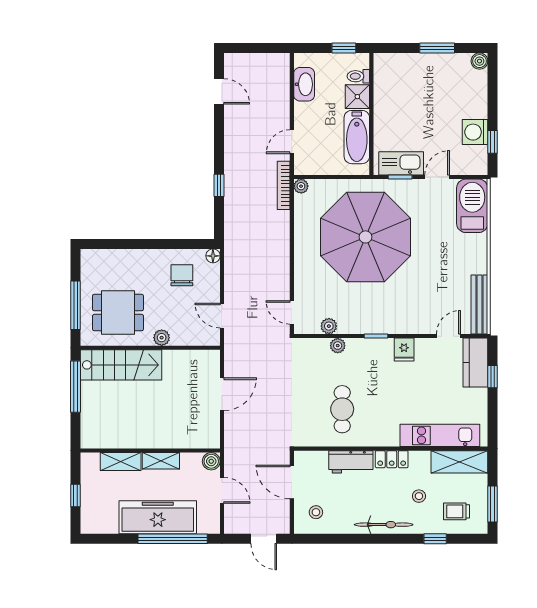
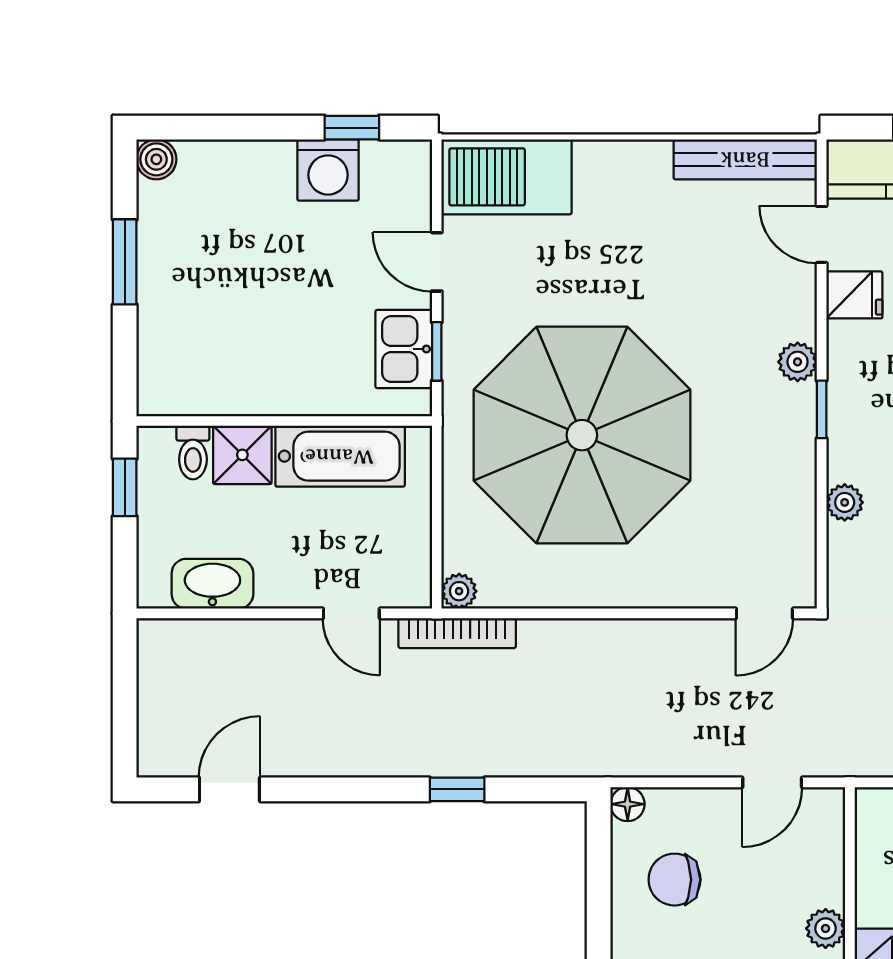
kitchen sink: (401, 163) -> (404, 349), width x0.73
plant: (329, 326) -> (798, 362), moved
fridge: (404, 350) -> (854, 295), moved

